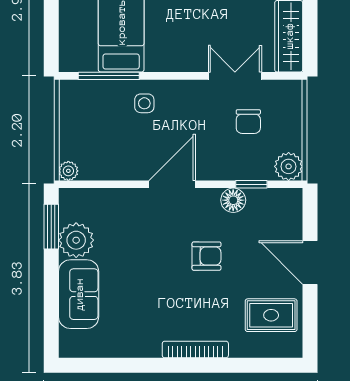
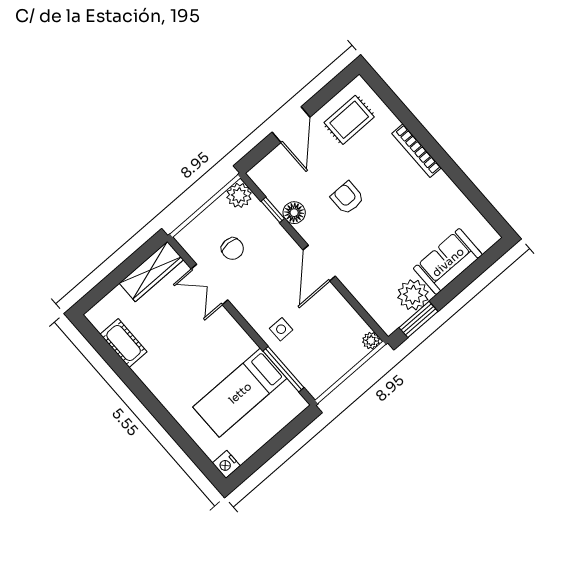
chair: (248, 122) -> (232, 249), turned 90
door: (172, 184) -> (319, 263), hinge flipped
rug: (271, 315) -> (349, 120), turned 90

